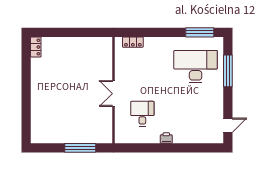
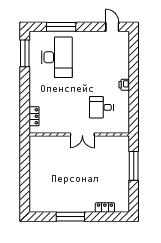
locker: (36, 47) -> (105, 208), moved
desk: (196, 67) -> (57, 57), turned 180
window: (26, 81) -> (70, 217), added

